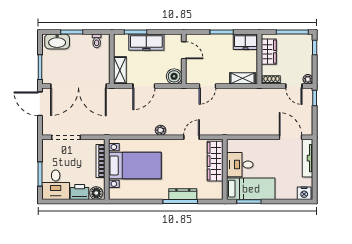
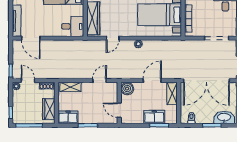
freezer: (146, 42) -> (154, 117), width x0.71
double door: (78, 86) -> (206, 81), swing flipped
desk: (240, 165) -> (73, 26), moved

